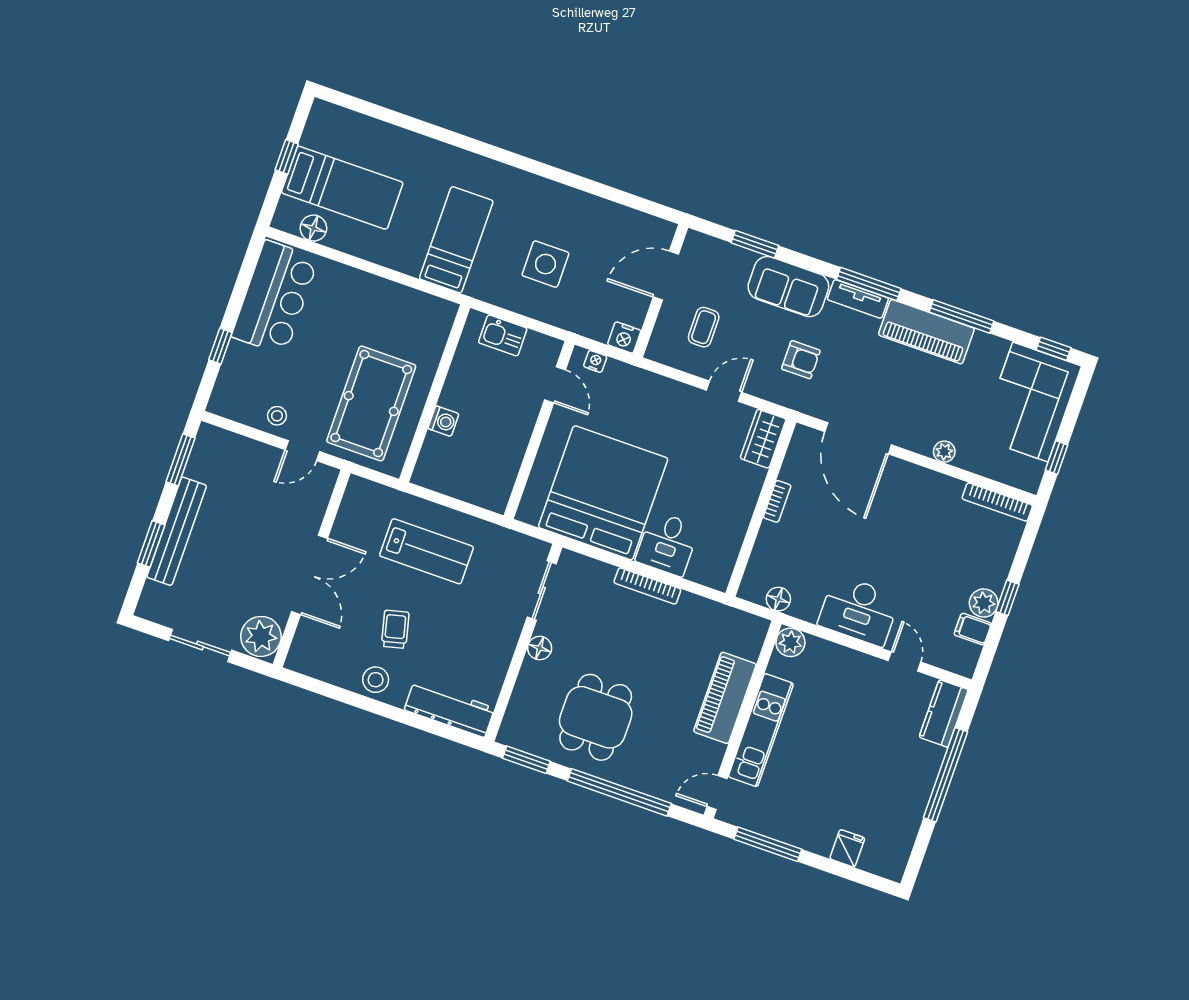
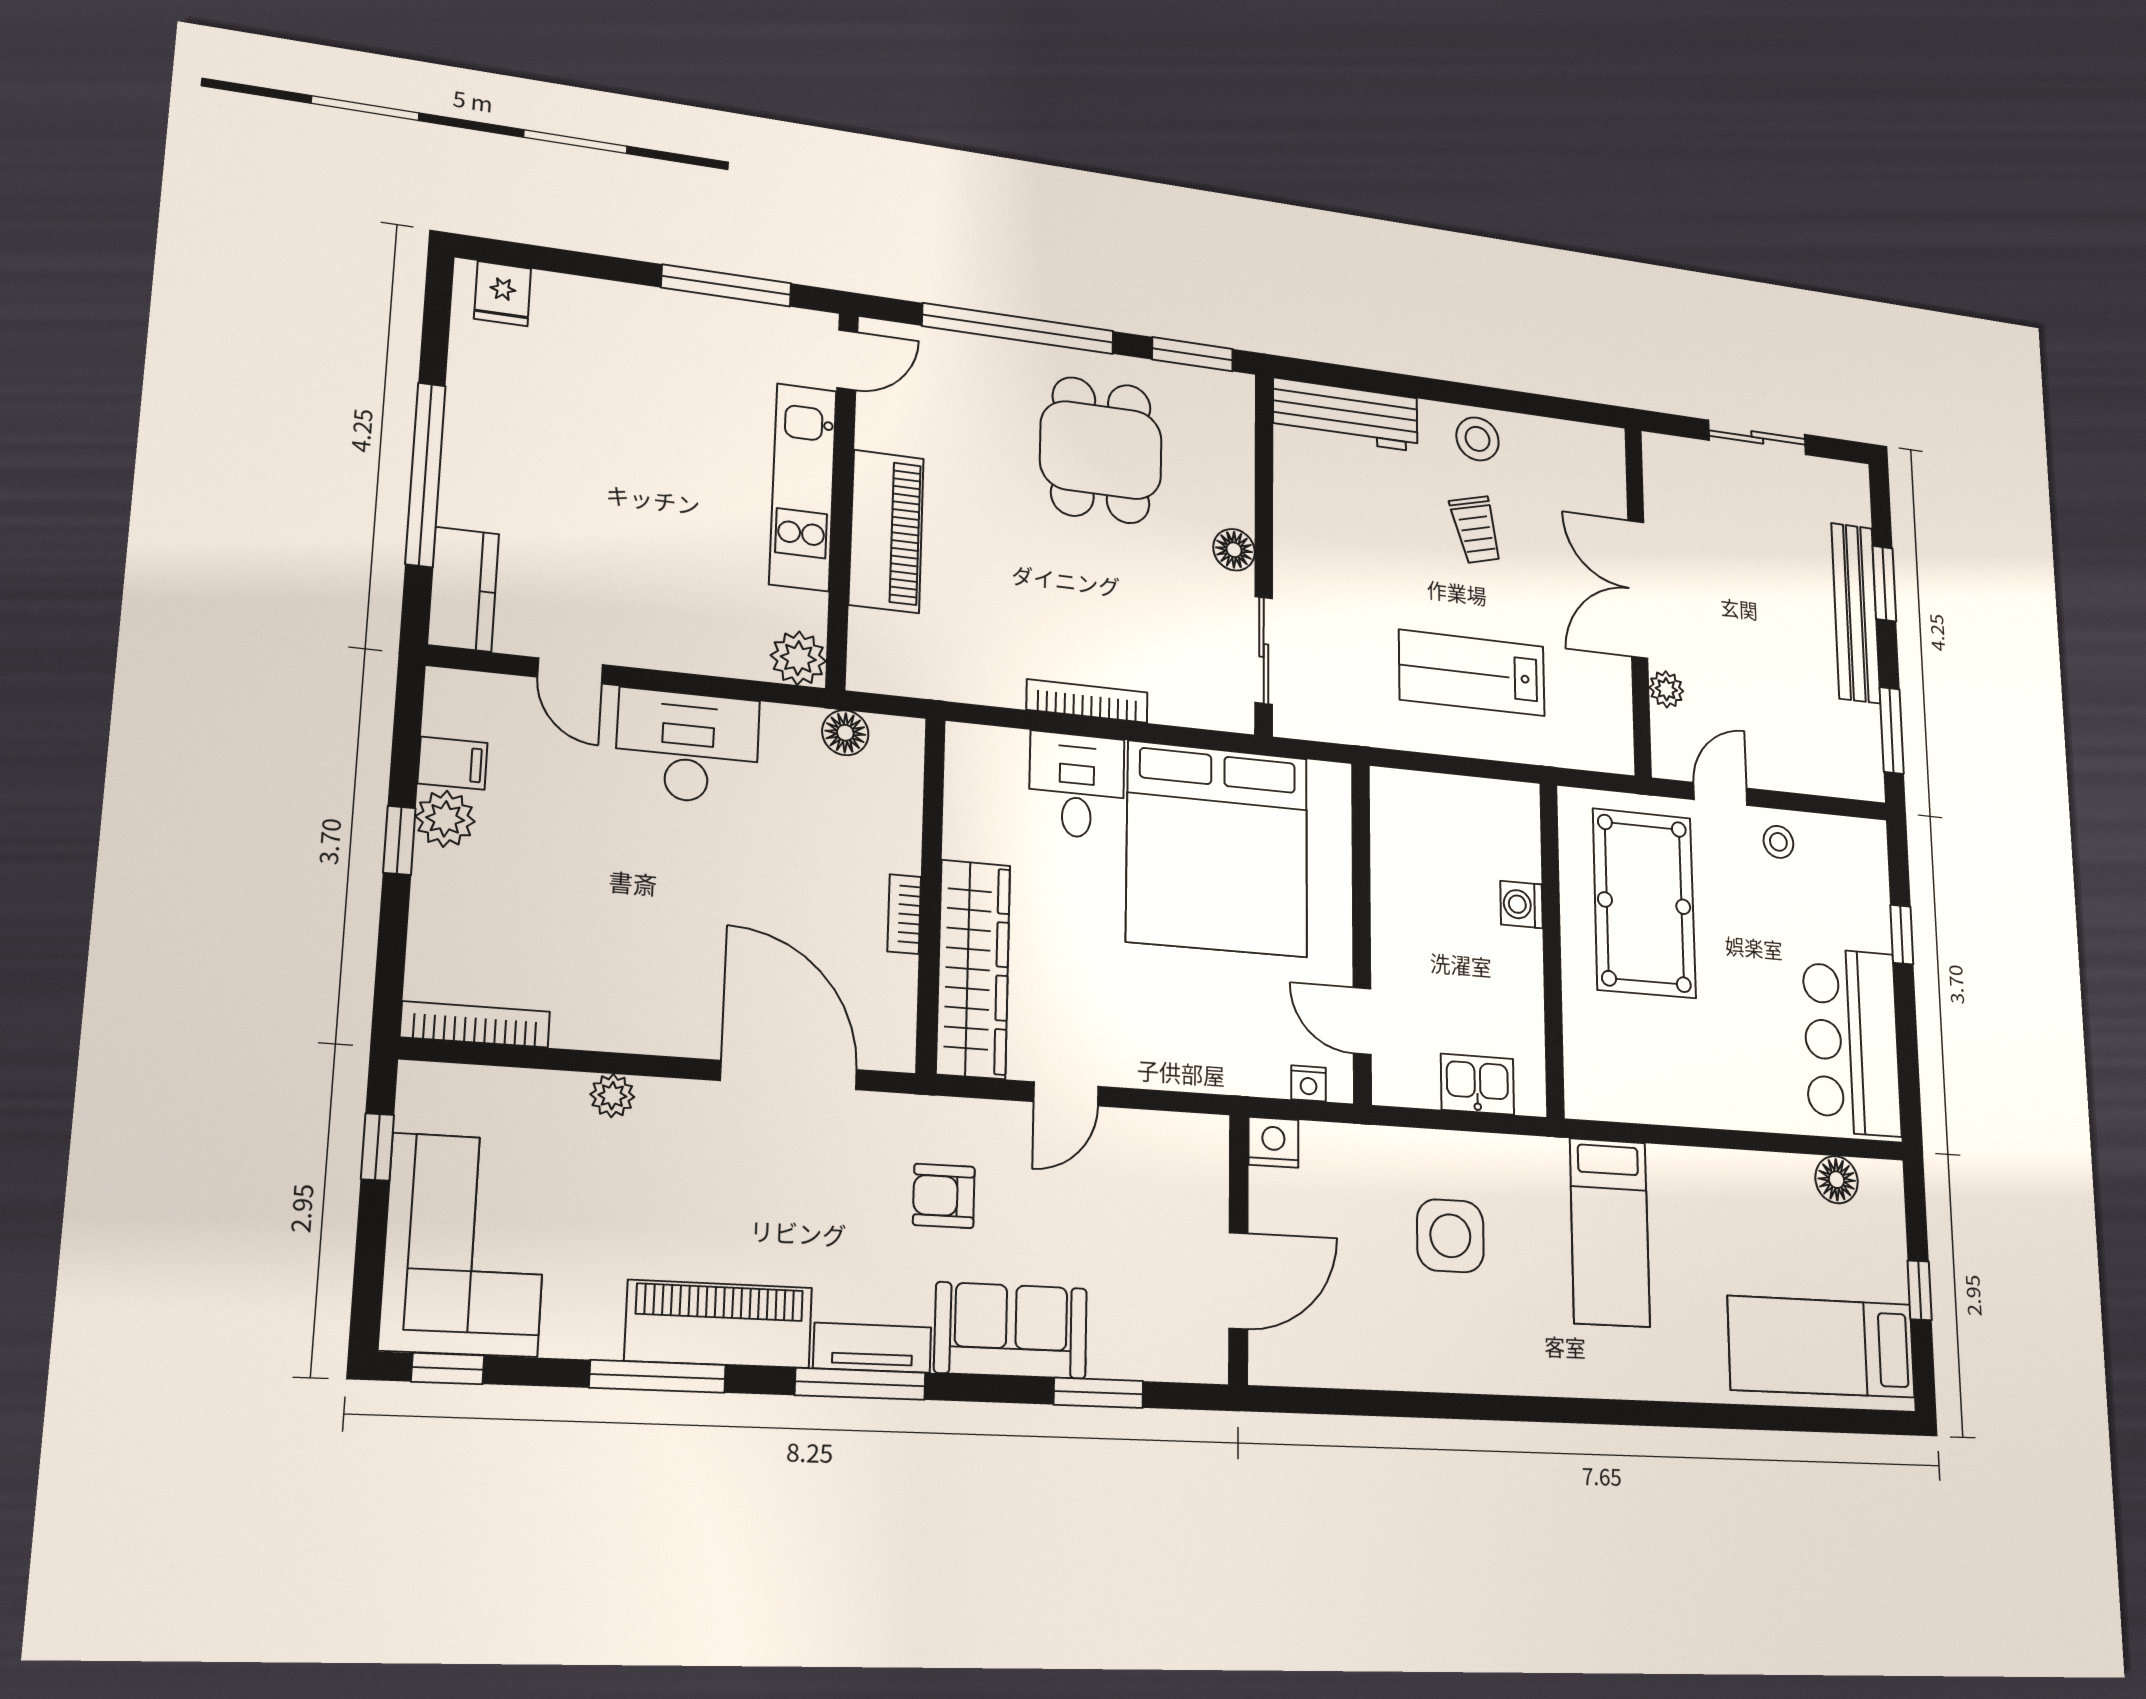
bed: (342, 188) -> (1821, 1347), moved
coffee table: (704, 327) -> (1141, 1204), removed
wardrobe: (763, 439) -> (973, 969), width x2.10, depth x1.17
plant: (261, 636) -> (1666, 689), moved, width x0.53, depth x0.53
fridge: (847, 848) -> (503, 294), moved

